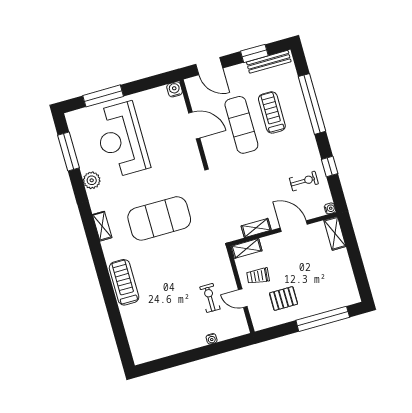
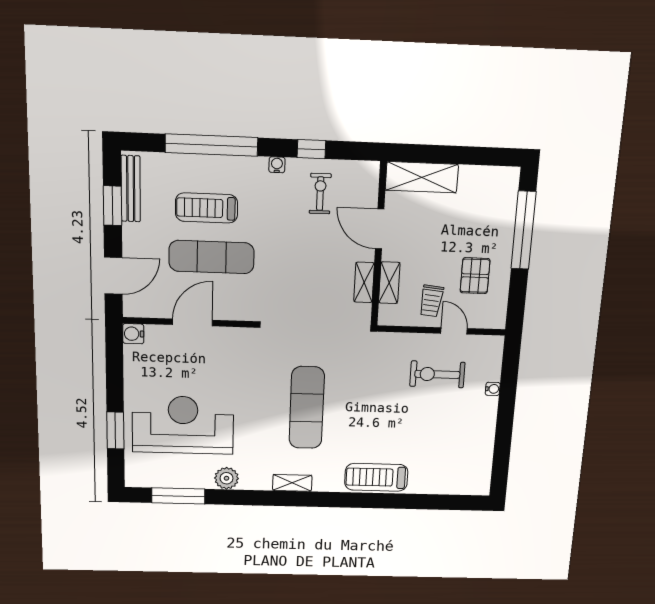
window: (103, 96) -> (115, 431), width x0.69
reception desk: (121, 140) -> (183, 425), turned 180
water cooler: (330, 208) -> (277, 165), moved
exercise mat: (159, 218) -> (307, 408), width x0.68
door: (294, 226) -> (380, 229), hinge flipped
shelving: (335, 233) -> (422, 177), width x1.50, depth x1.33
shelving: (247, 248) -> (389, 283), moved
exercise bike: (210, 298) -> (437, 374), width x1.38, depth x1.39
door: (243, 298) -> (454, 331), swing flipped

